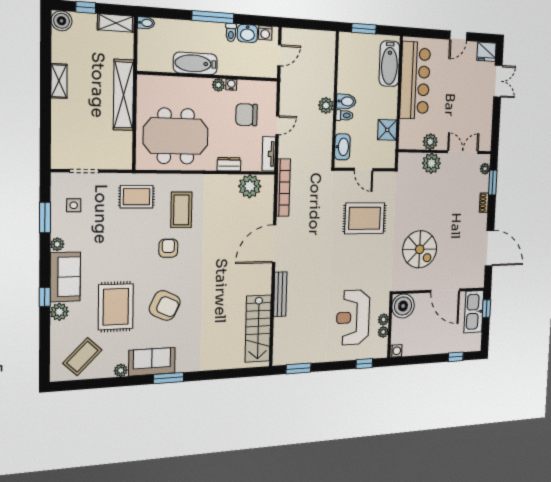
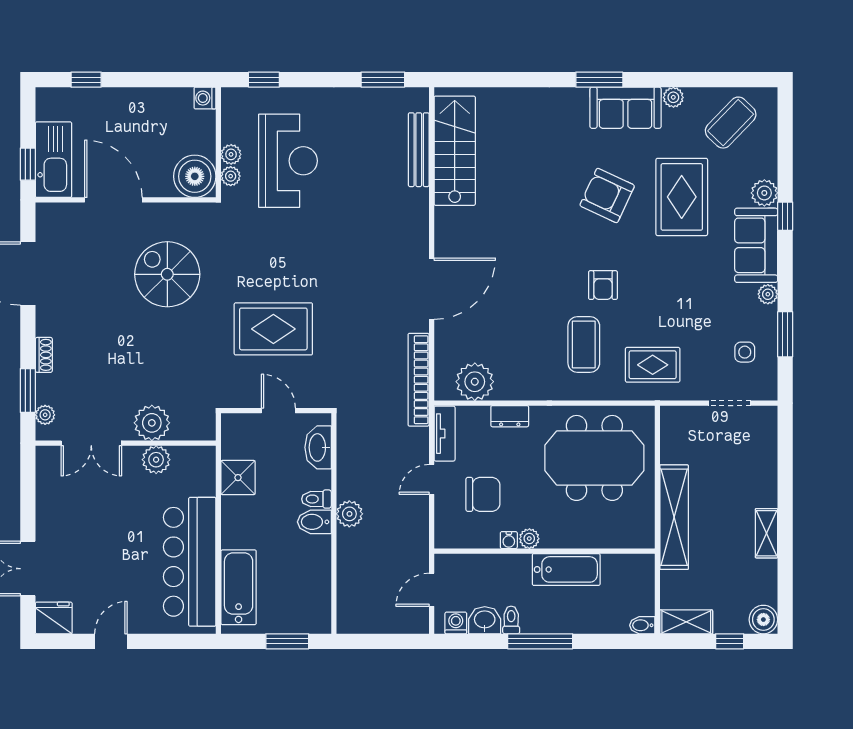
bench: (280, 294) -> (419, 150), moved
plant: (383, 332) -> (231, 176), moved

